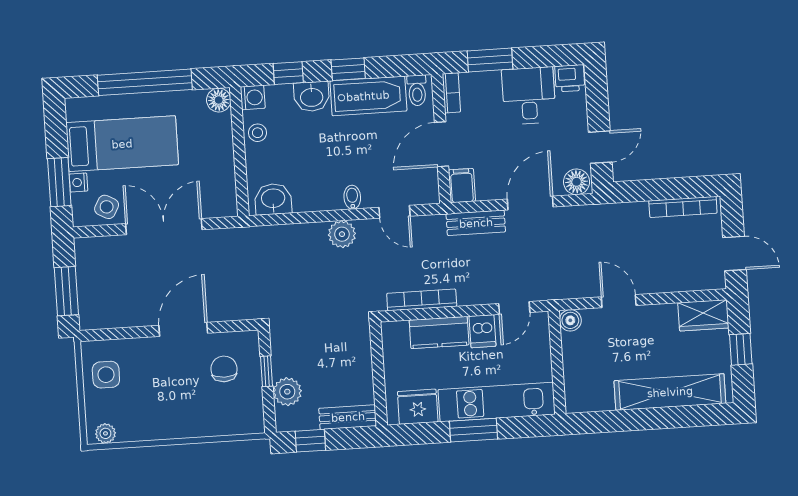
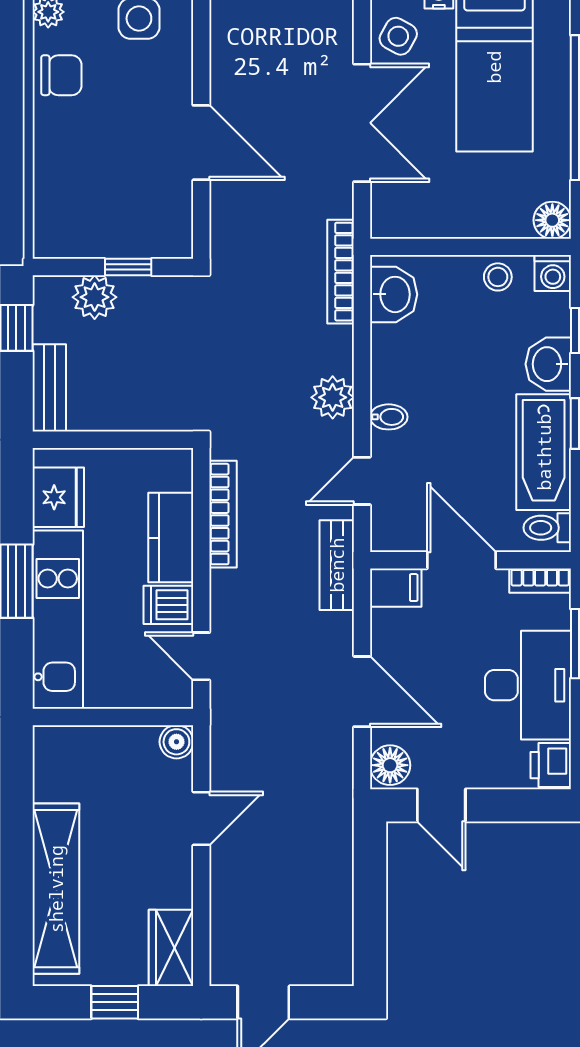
desk: (529, 96) -> (528, 685), width x1.37
bookcase: (683, 207) -> (341, 272), moved
bench: (476, 223) -> (337, 565), moved
chair: (224, 369) -> (61, 75), moved

